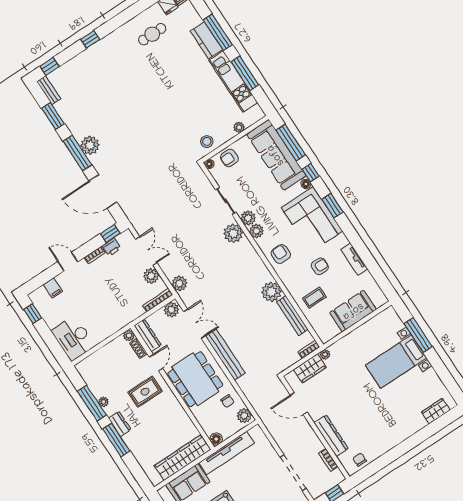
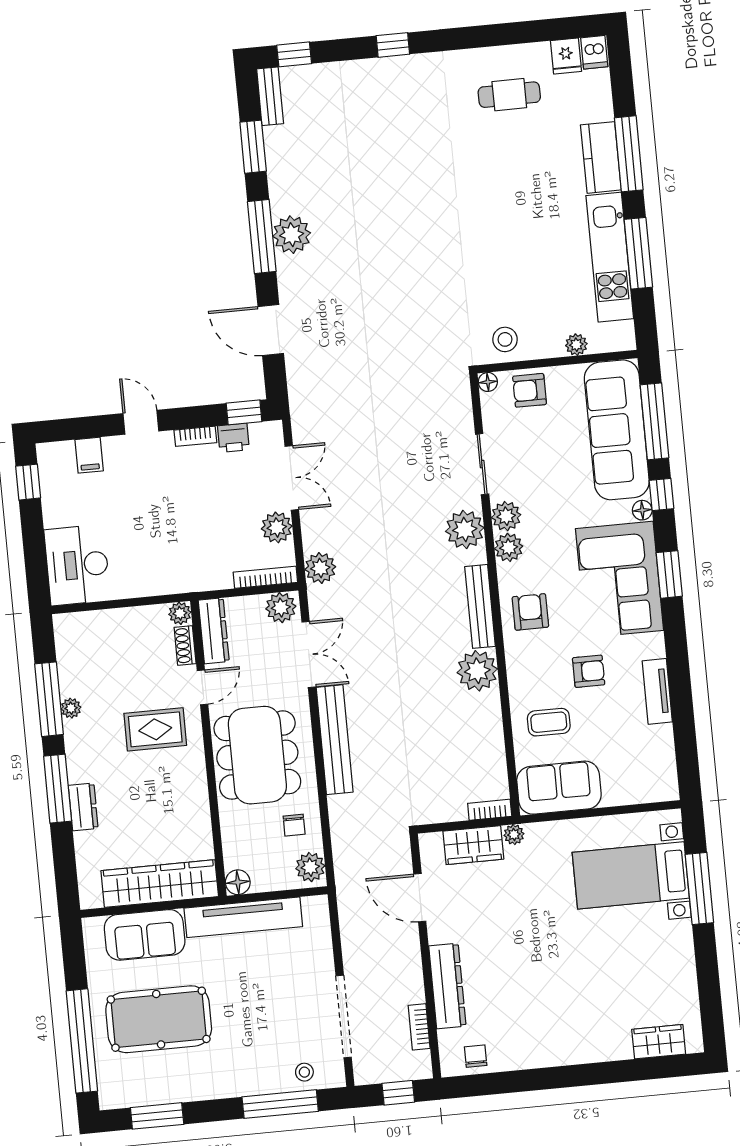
door: (103, 192) -> (271, 330), width x0.73
sofa: (353, 311) -> (559, 788), moved
bench: (292, 316) -> (480, 606), moved
bed with nightstands: (396, 362) -> (631, 875), moved
dresser: (120, 424) -> (83, 807), moved

